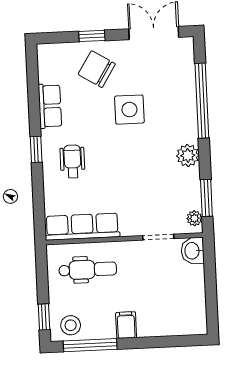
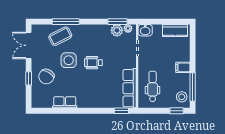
coffee table: (174, 92) -> (60, 36), added
window: (202, 101) -> (66, 22), width x0.68
window: (36, 149) -> (121, 111), moved
plant: (188, 155) -> (117, 30), moved
wheelchair: (72, 161) -> (93, 63), moved
kitchen counter: (195, 307) -> (175, 30), added

